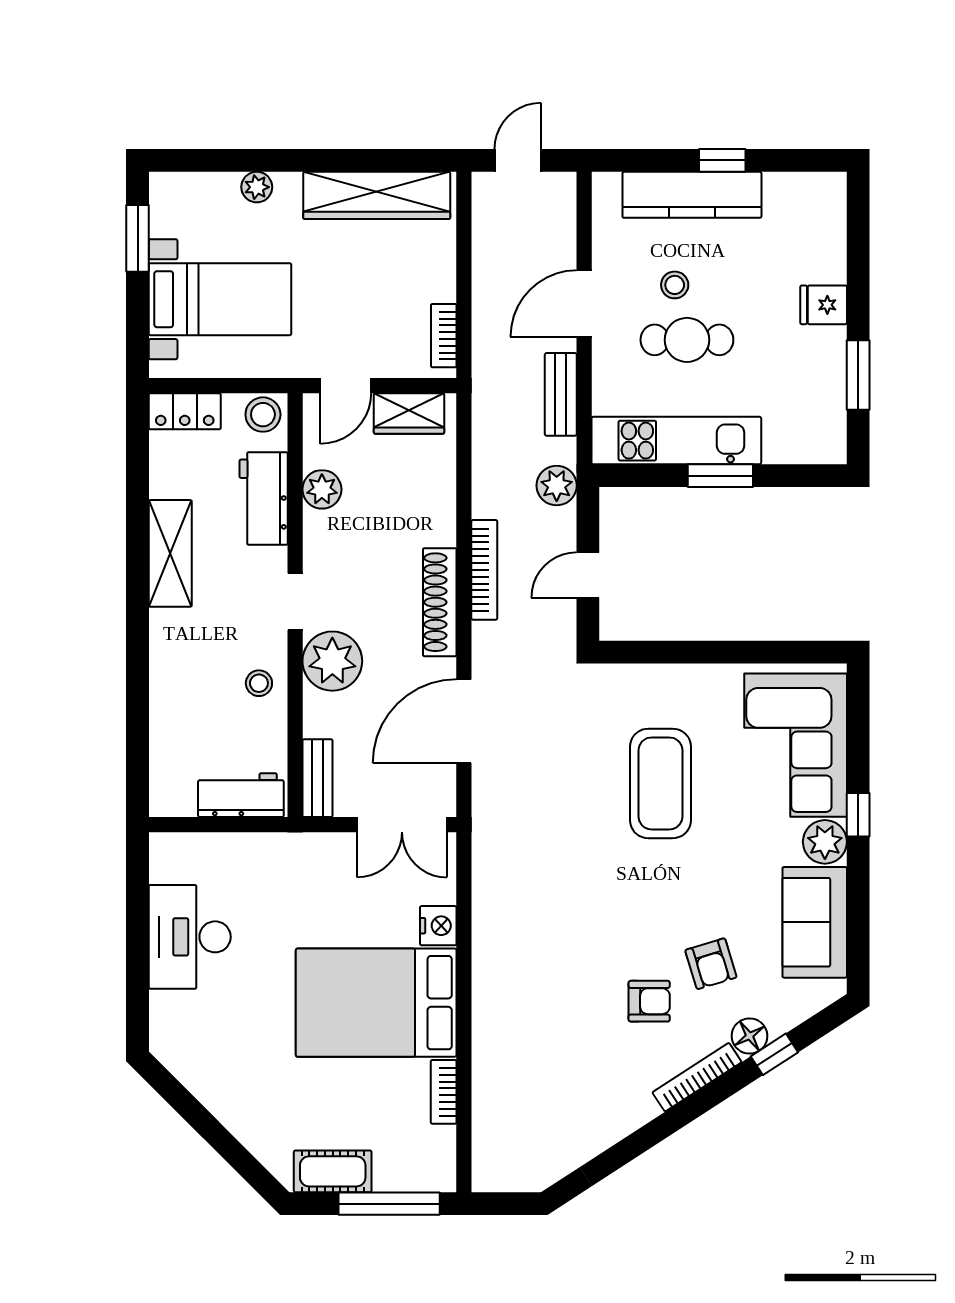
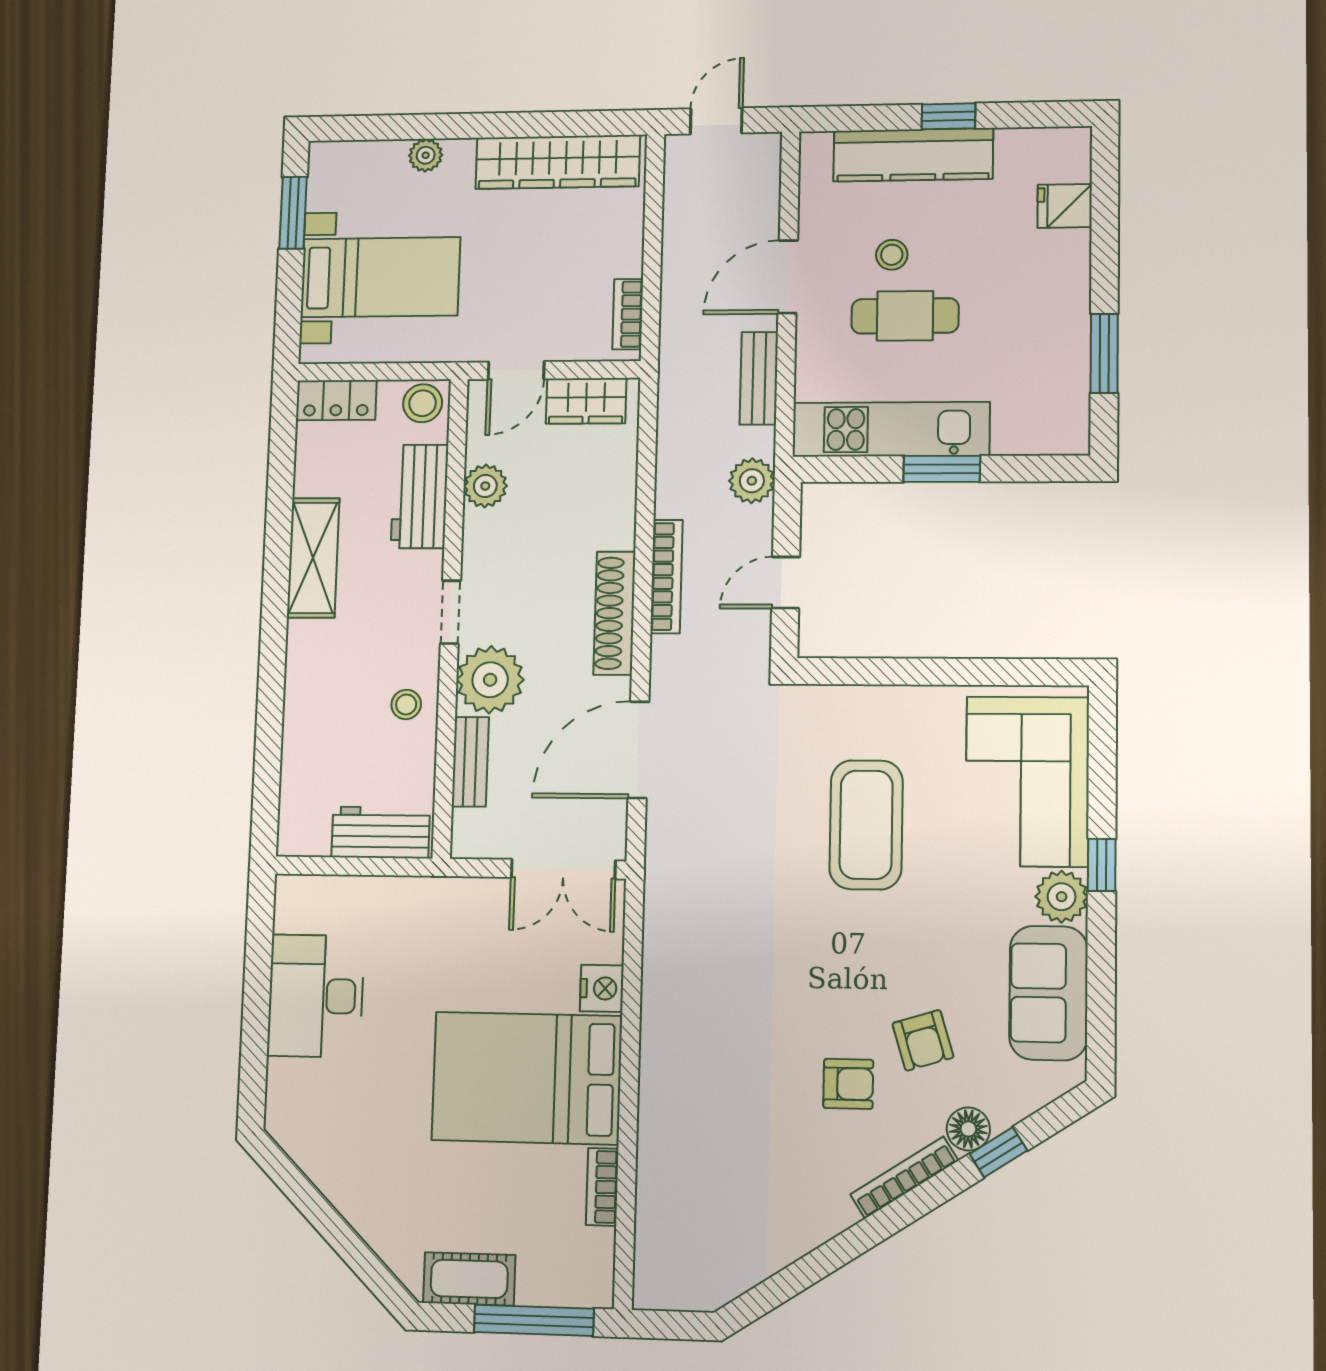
fridge: (824, 305) -> (1065, 206), moved
bench: (318, 778) -> (470, 762), moved

